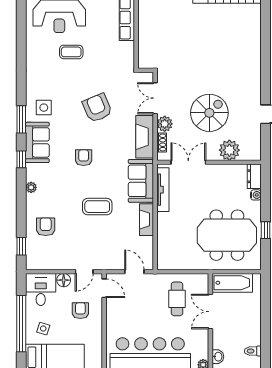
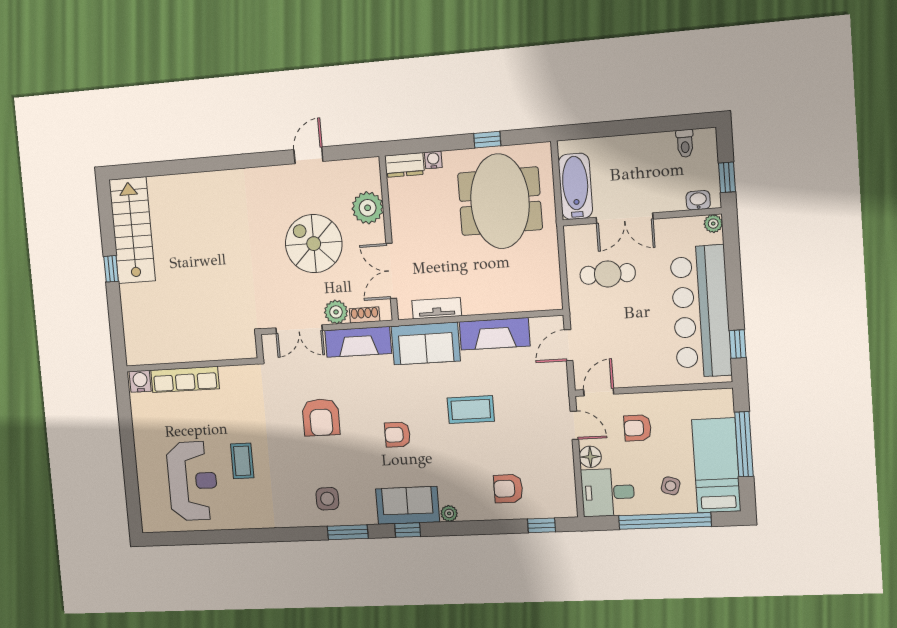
armchair: (97, 108) -> (321, 417), turned -67
sofa: (37, 142) -> (408, 505), moved
tv unit: (163, 190) -> (437, 308), width x0.71
coffee table: (97, 207) -> (471, 410), turned 90
fireplace: (147, 220) -> (495, 334), width x1.37, depth x1.32

